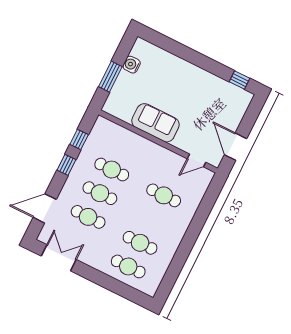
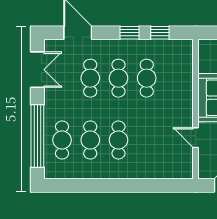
door: (197, 161) -> (196, 138), moved
cafe table: (164, 195) -> (118, 140), moved
window: (114, 286) -> (37, 136), added

